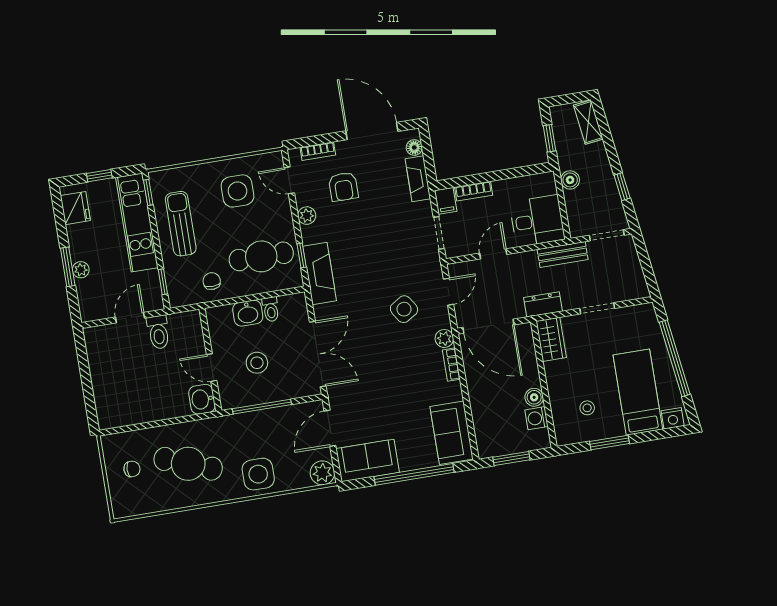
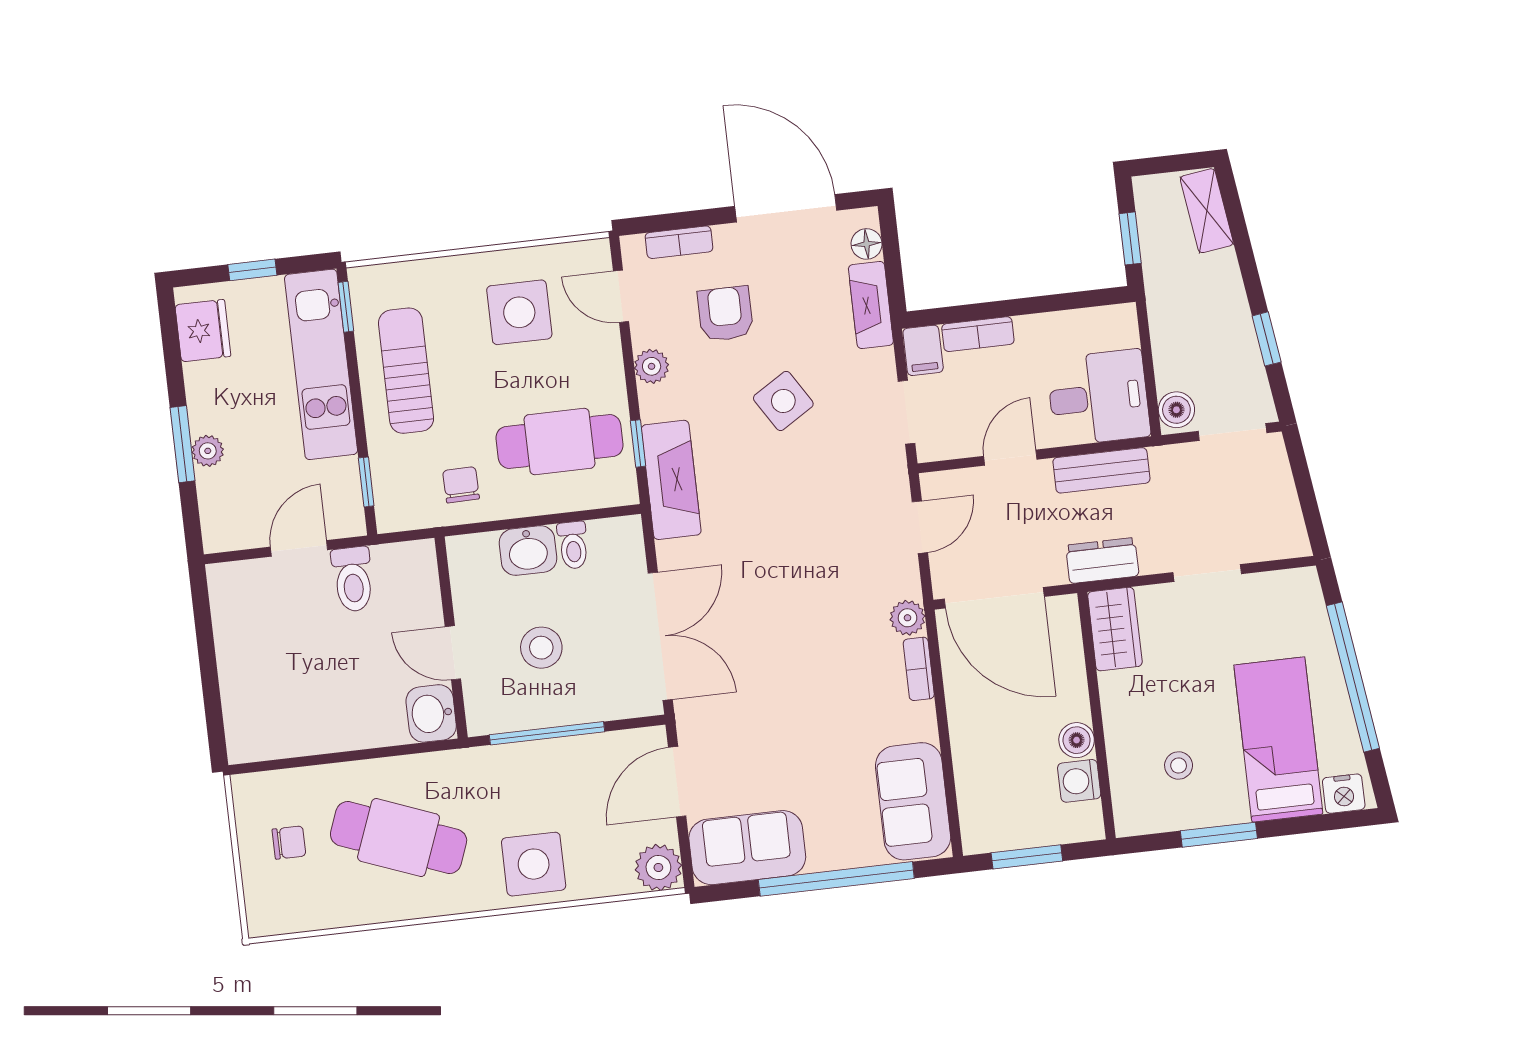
boiler: (570, 180) -> (1176, 410), moved
armchair: (343, 187) -> (725, 314), turned 180
bench: (563, 254) -> (1101, 470), moved
side table: (404, 309) -> (783, 401), moved

